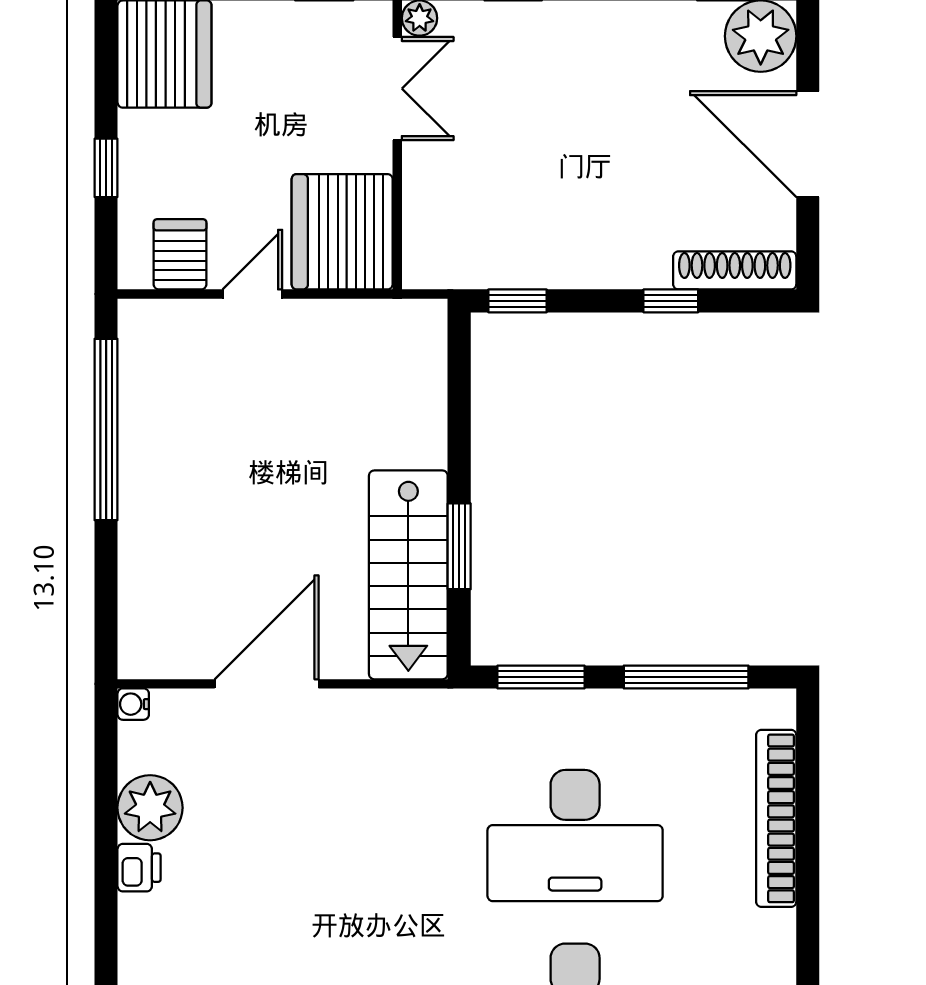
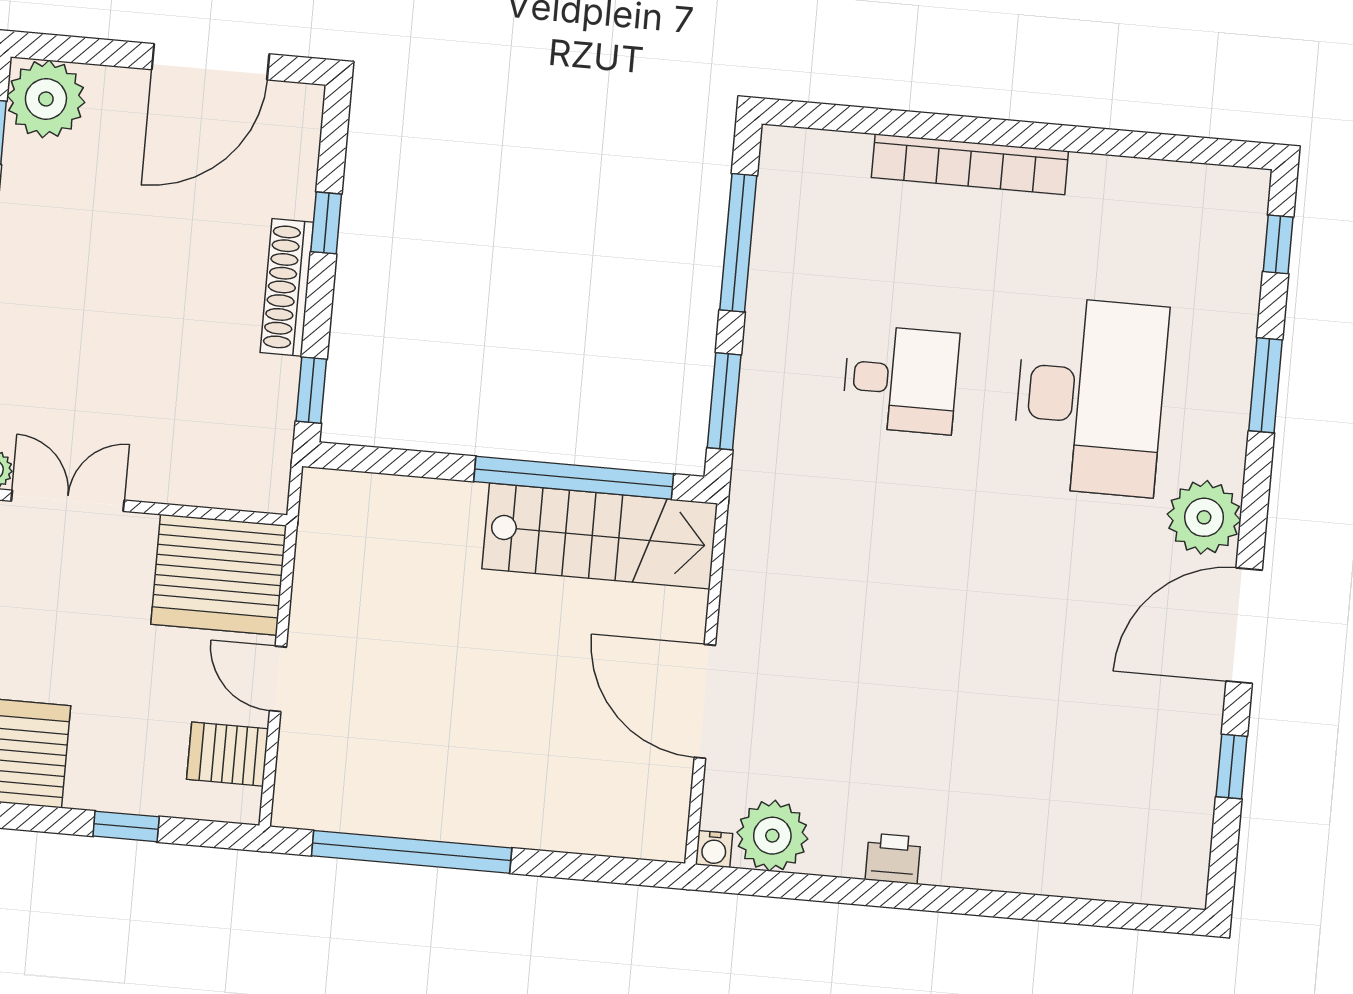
door: (808, 144) -> (210, 62), moved
shoe rack: (735, 270) -> (287, 287), moved
window: (459, 546) -> (574, 478), width x2.11
plant: (150, 808) -> (772, 836), moved
bookcase: (776, 818) -> (970, 164), moved
desk: (575, 836) -> (901, 379), width x0.53, depth x0.77

